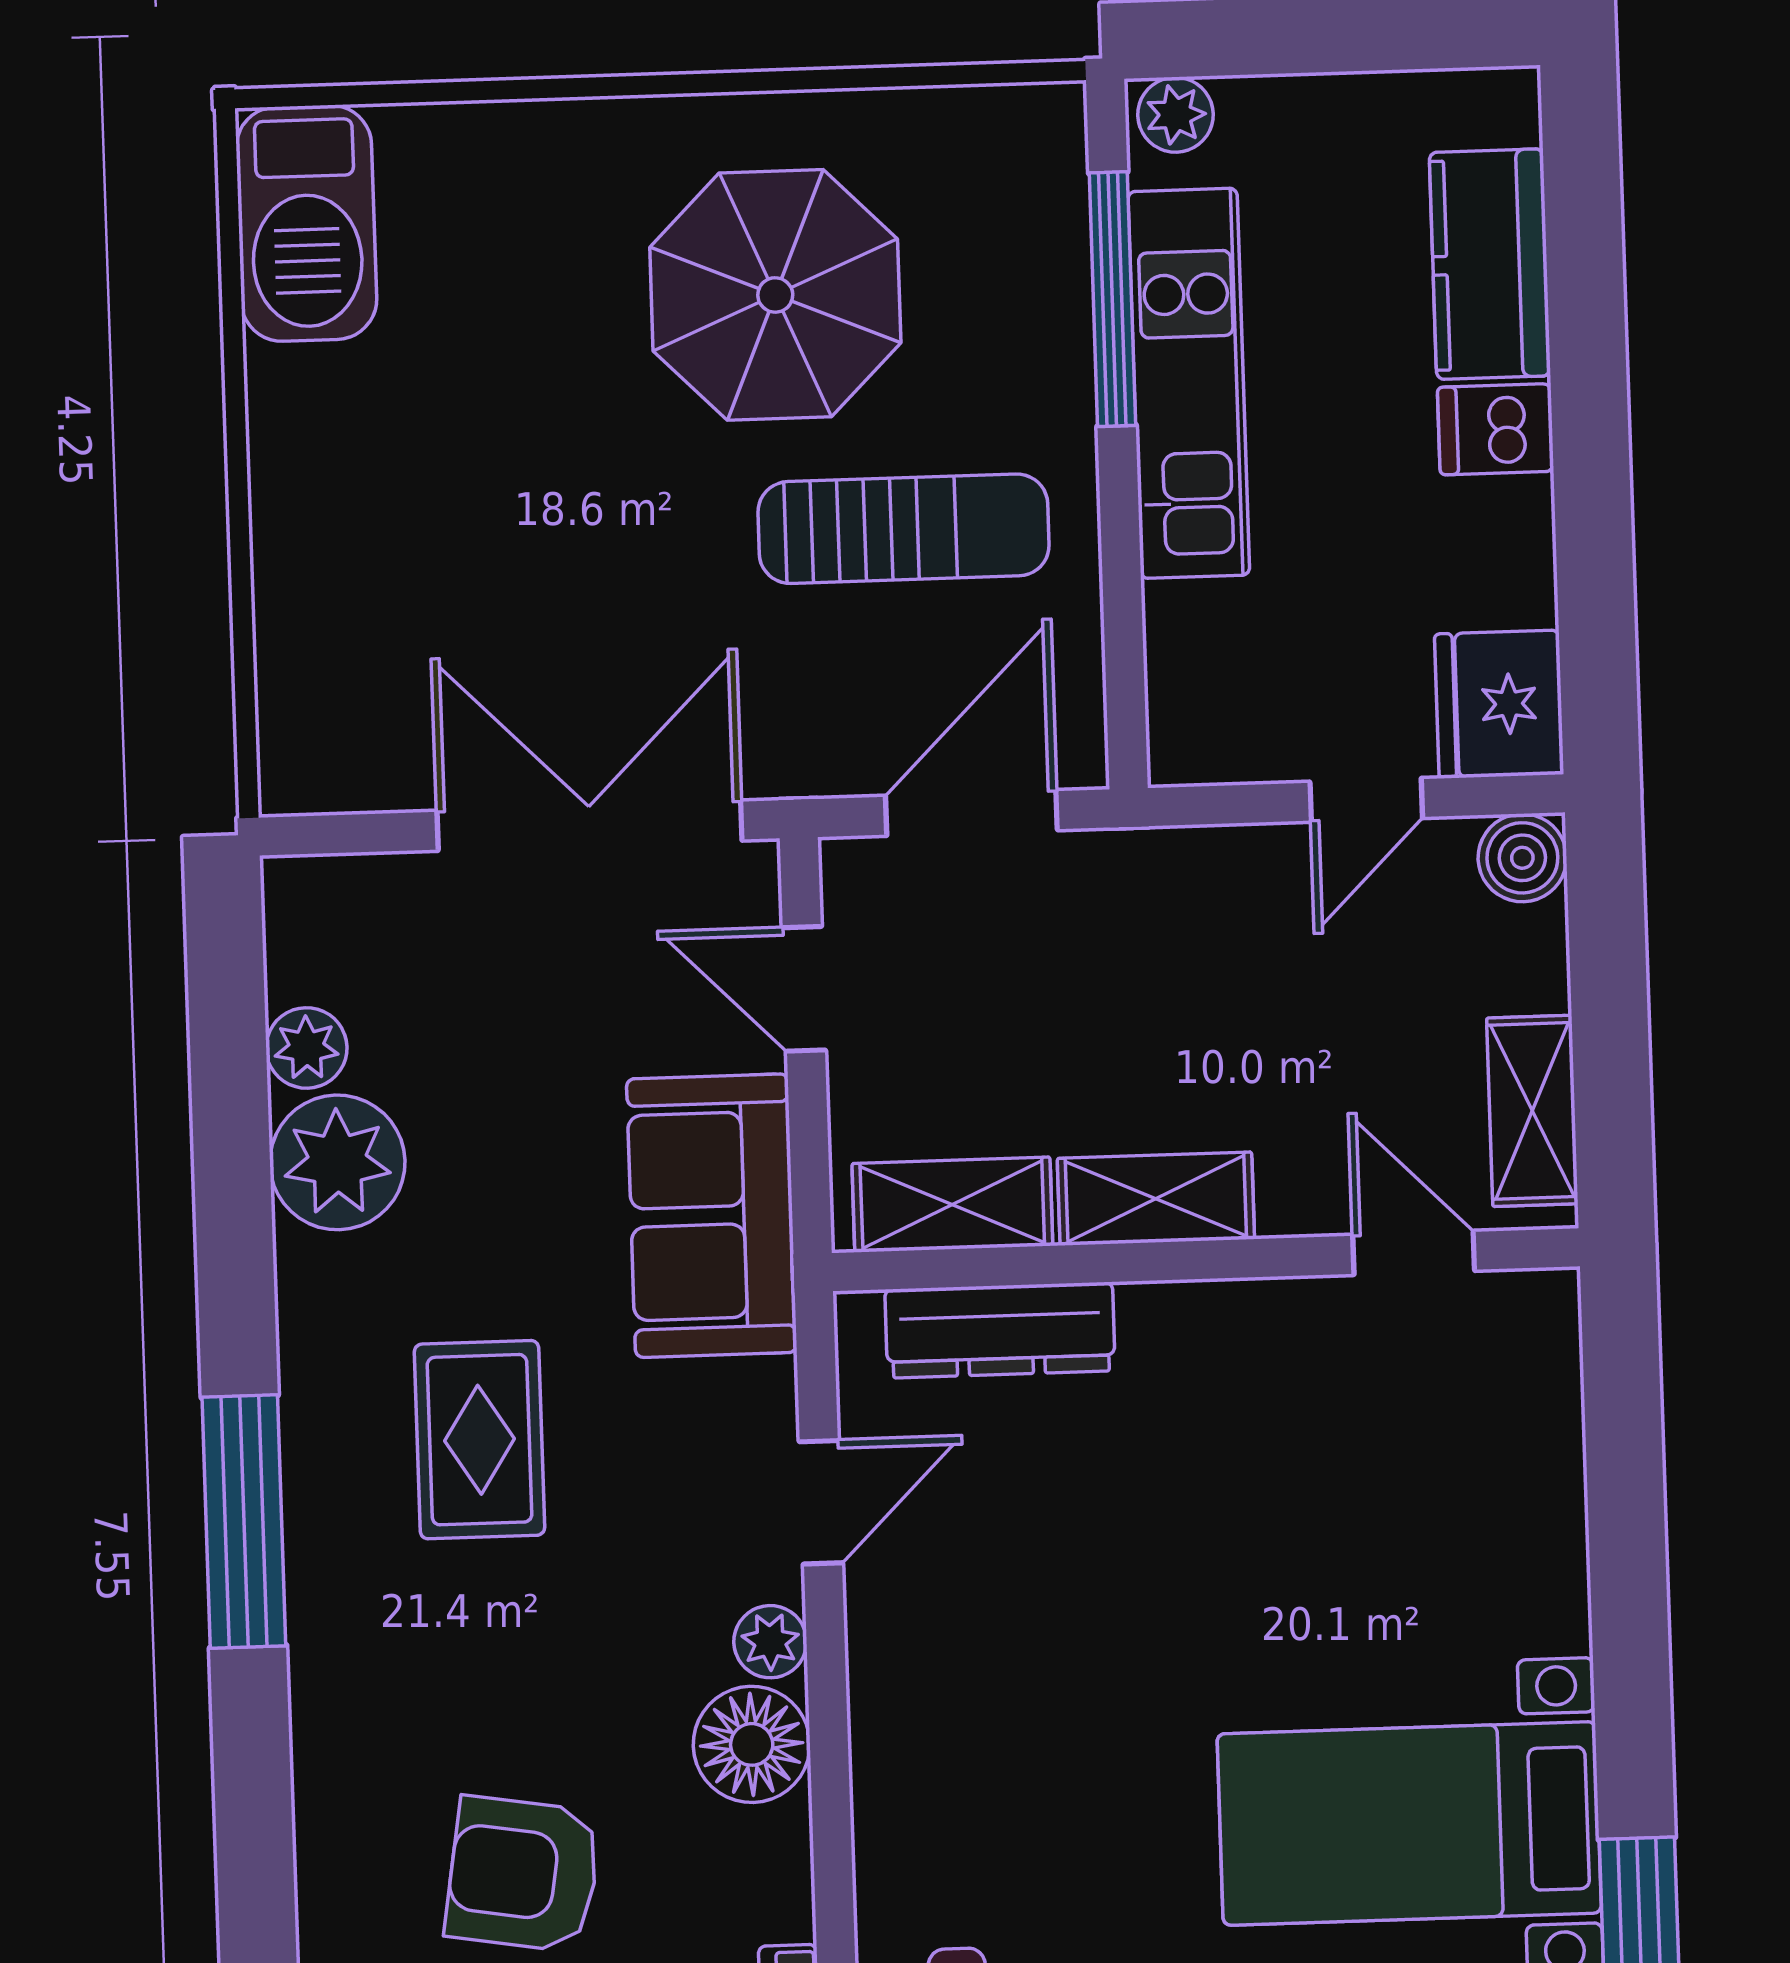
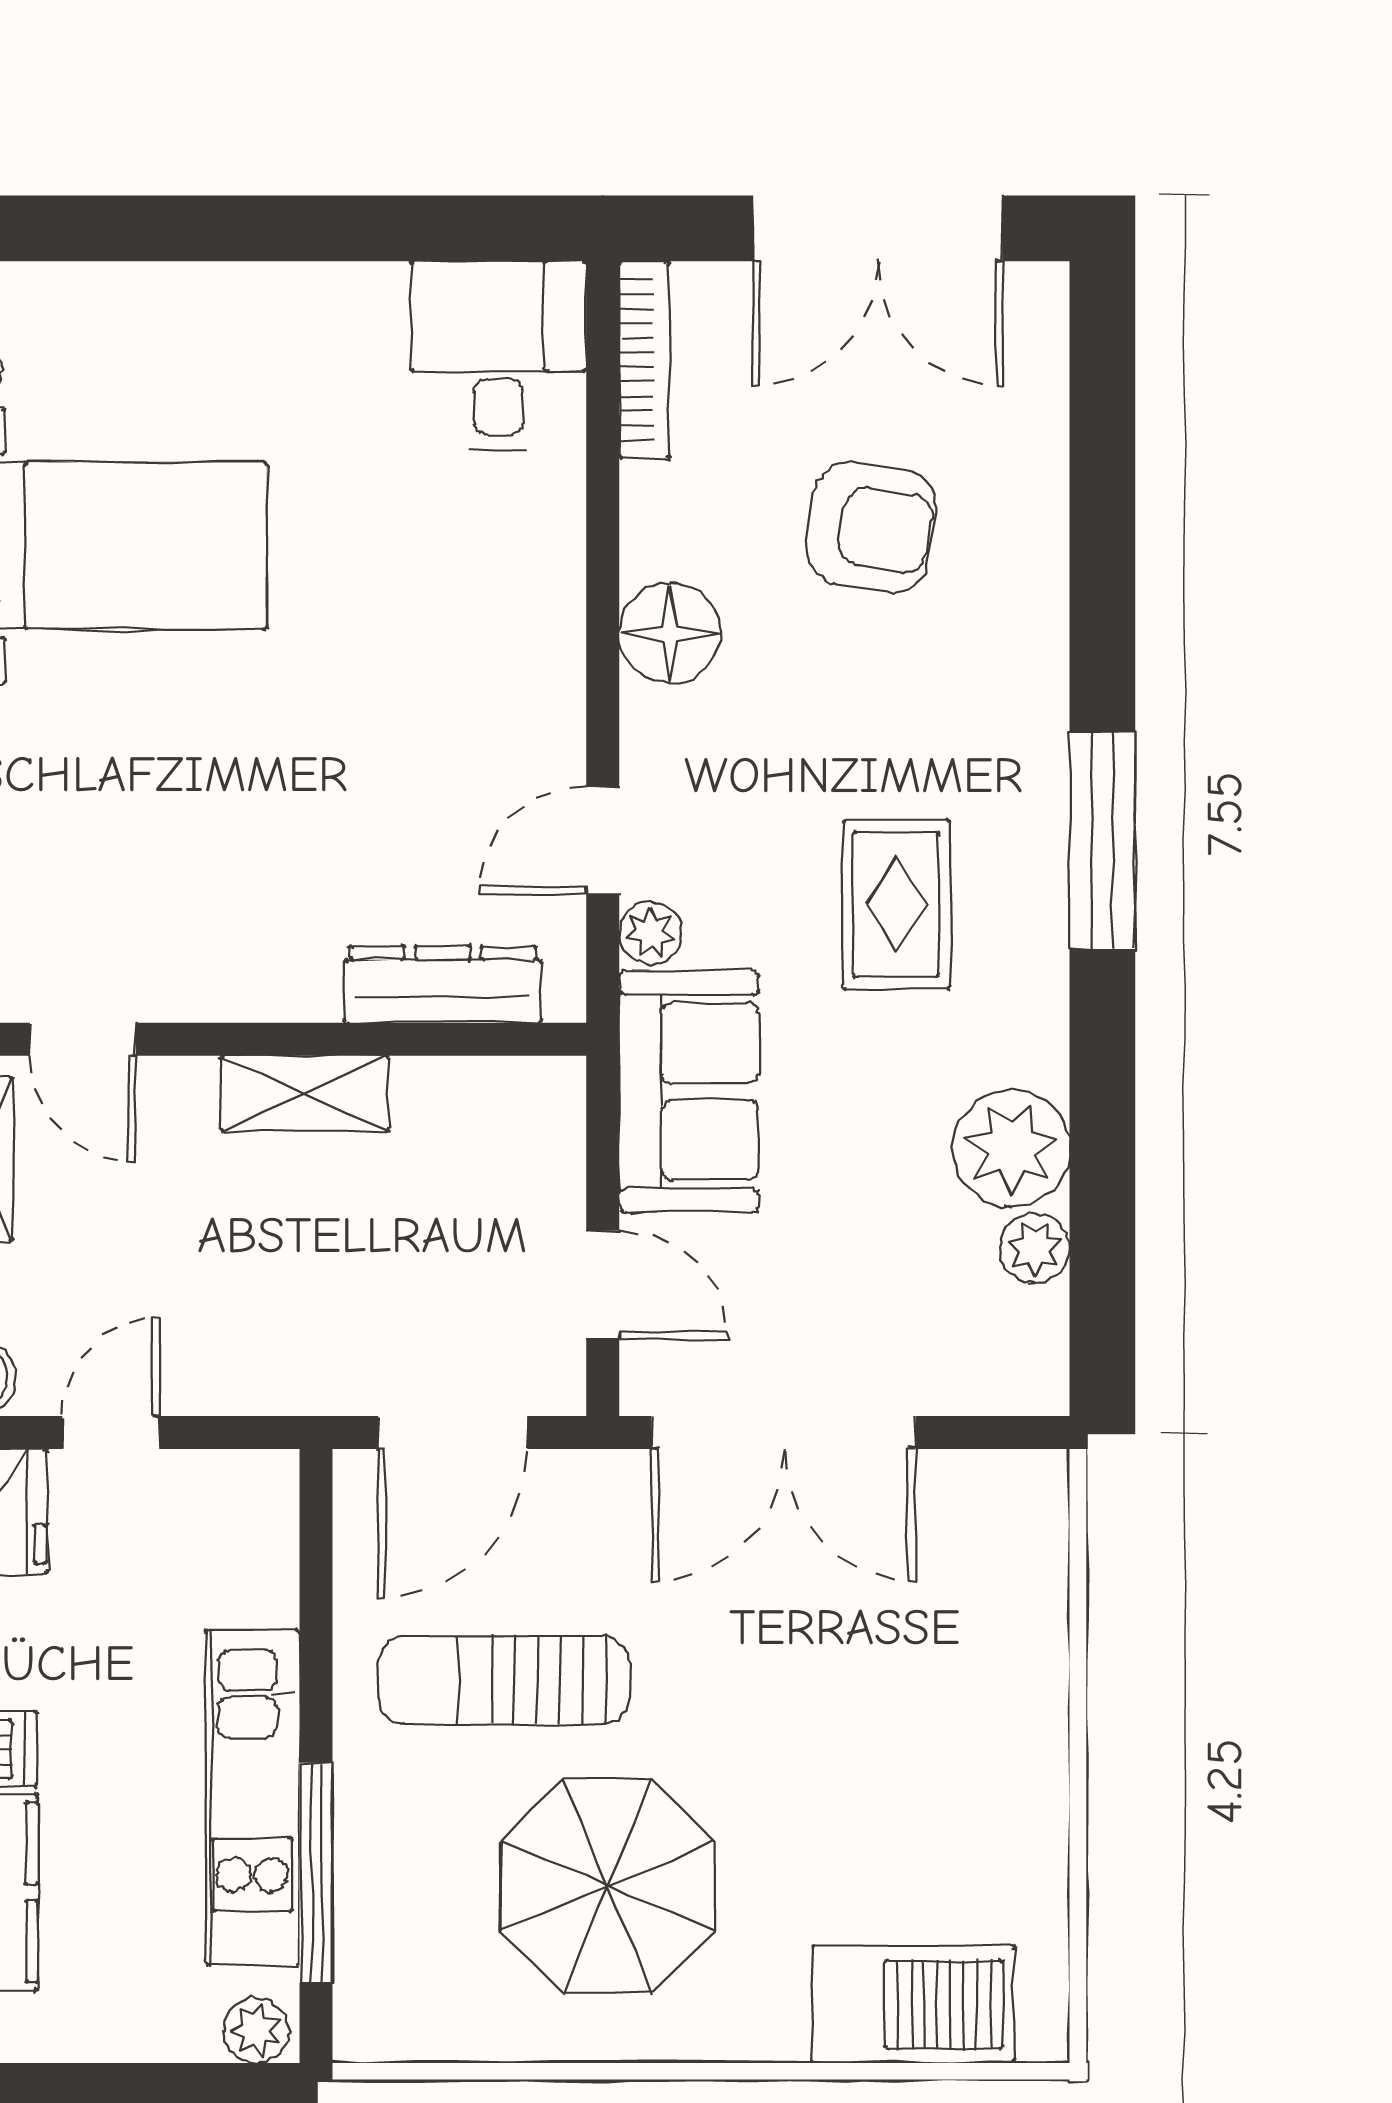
barbecue: (306, 223) -> (913, 2005), moved, turned 90
shelving: (952, 1205) -> (481, 1094), removed
plant: (770, 1642) -> (651, 933), moved

